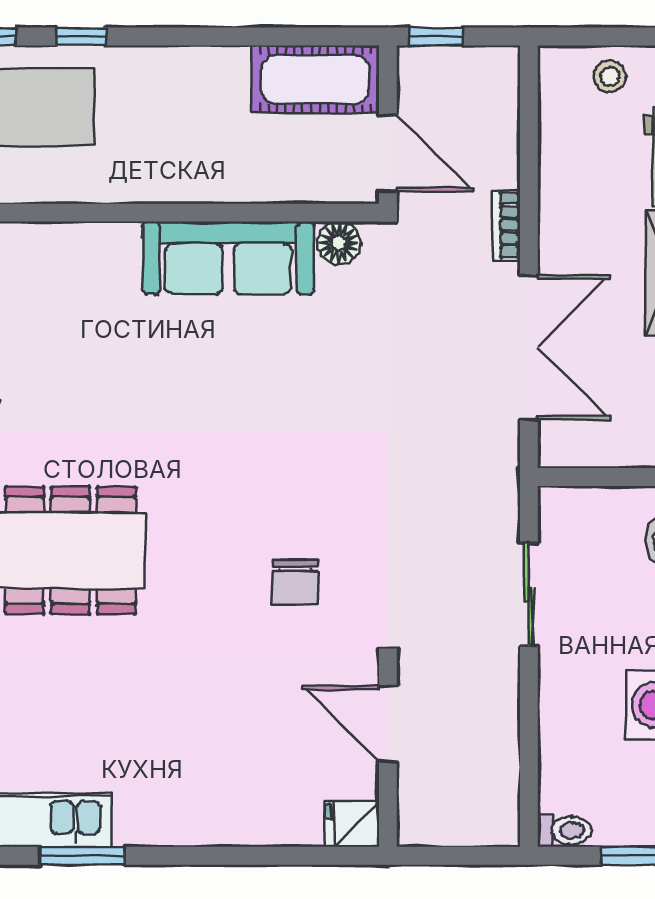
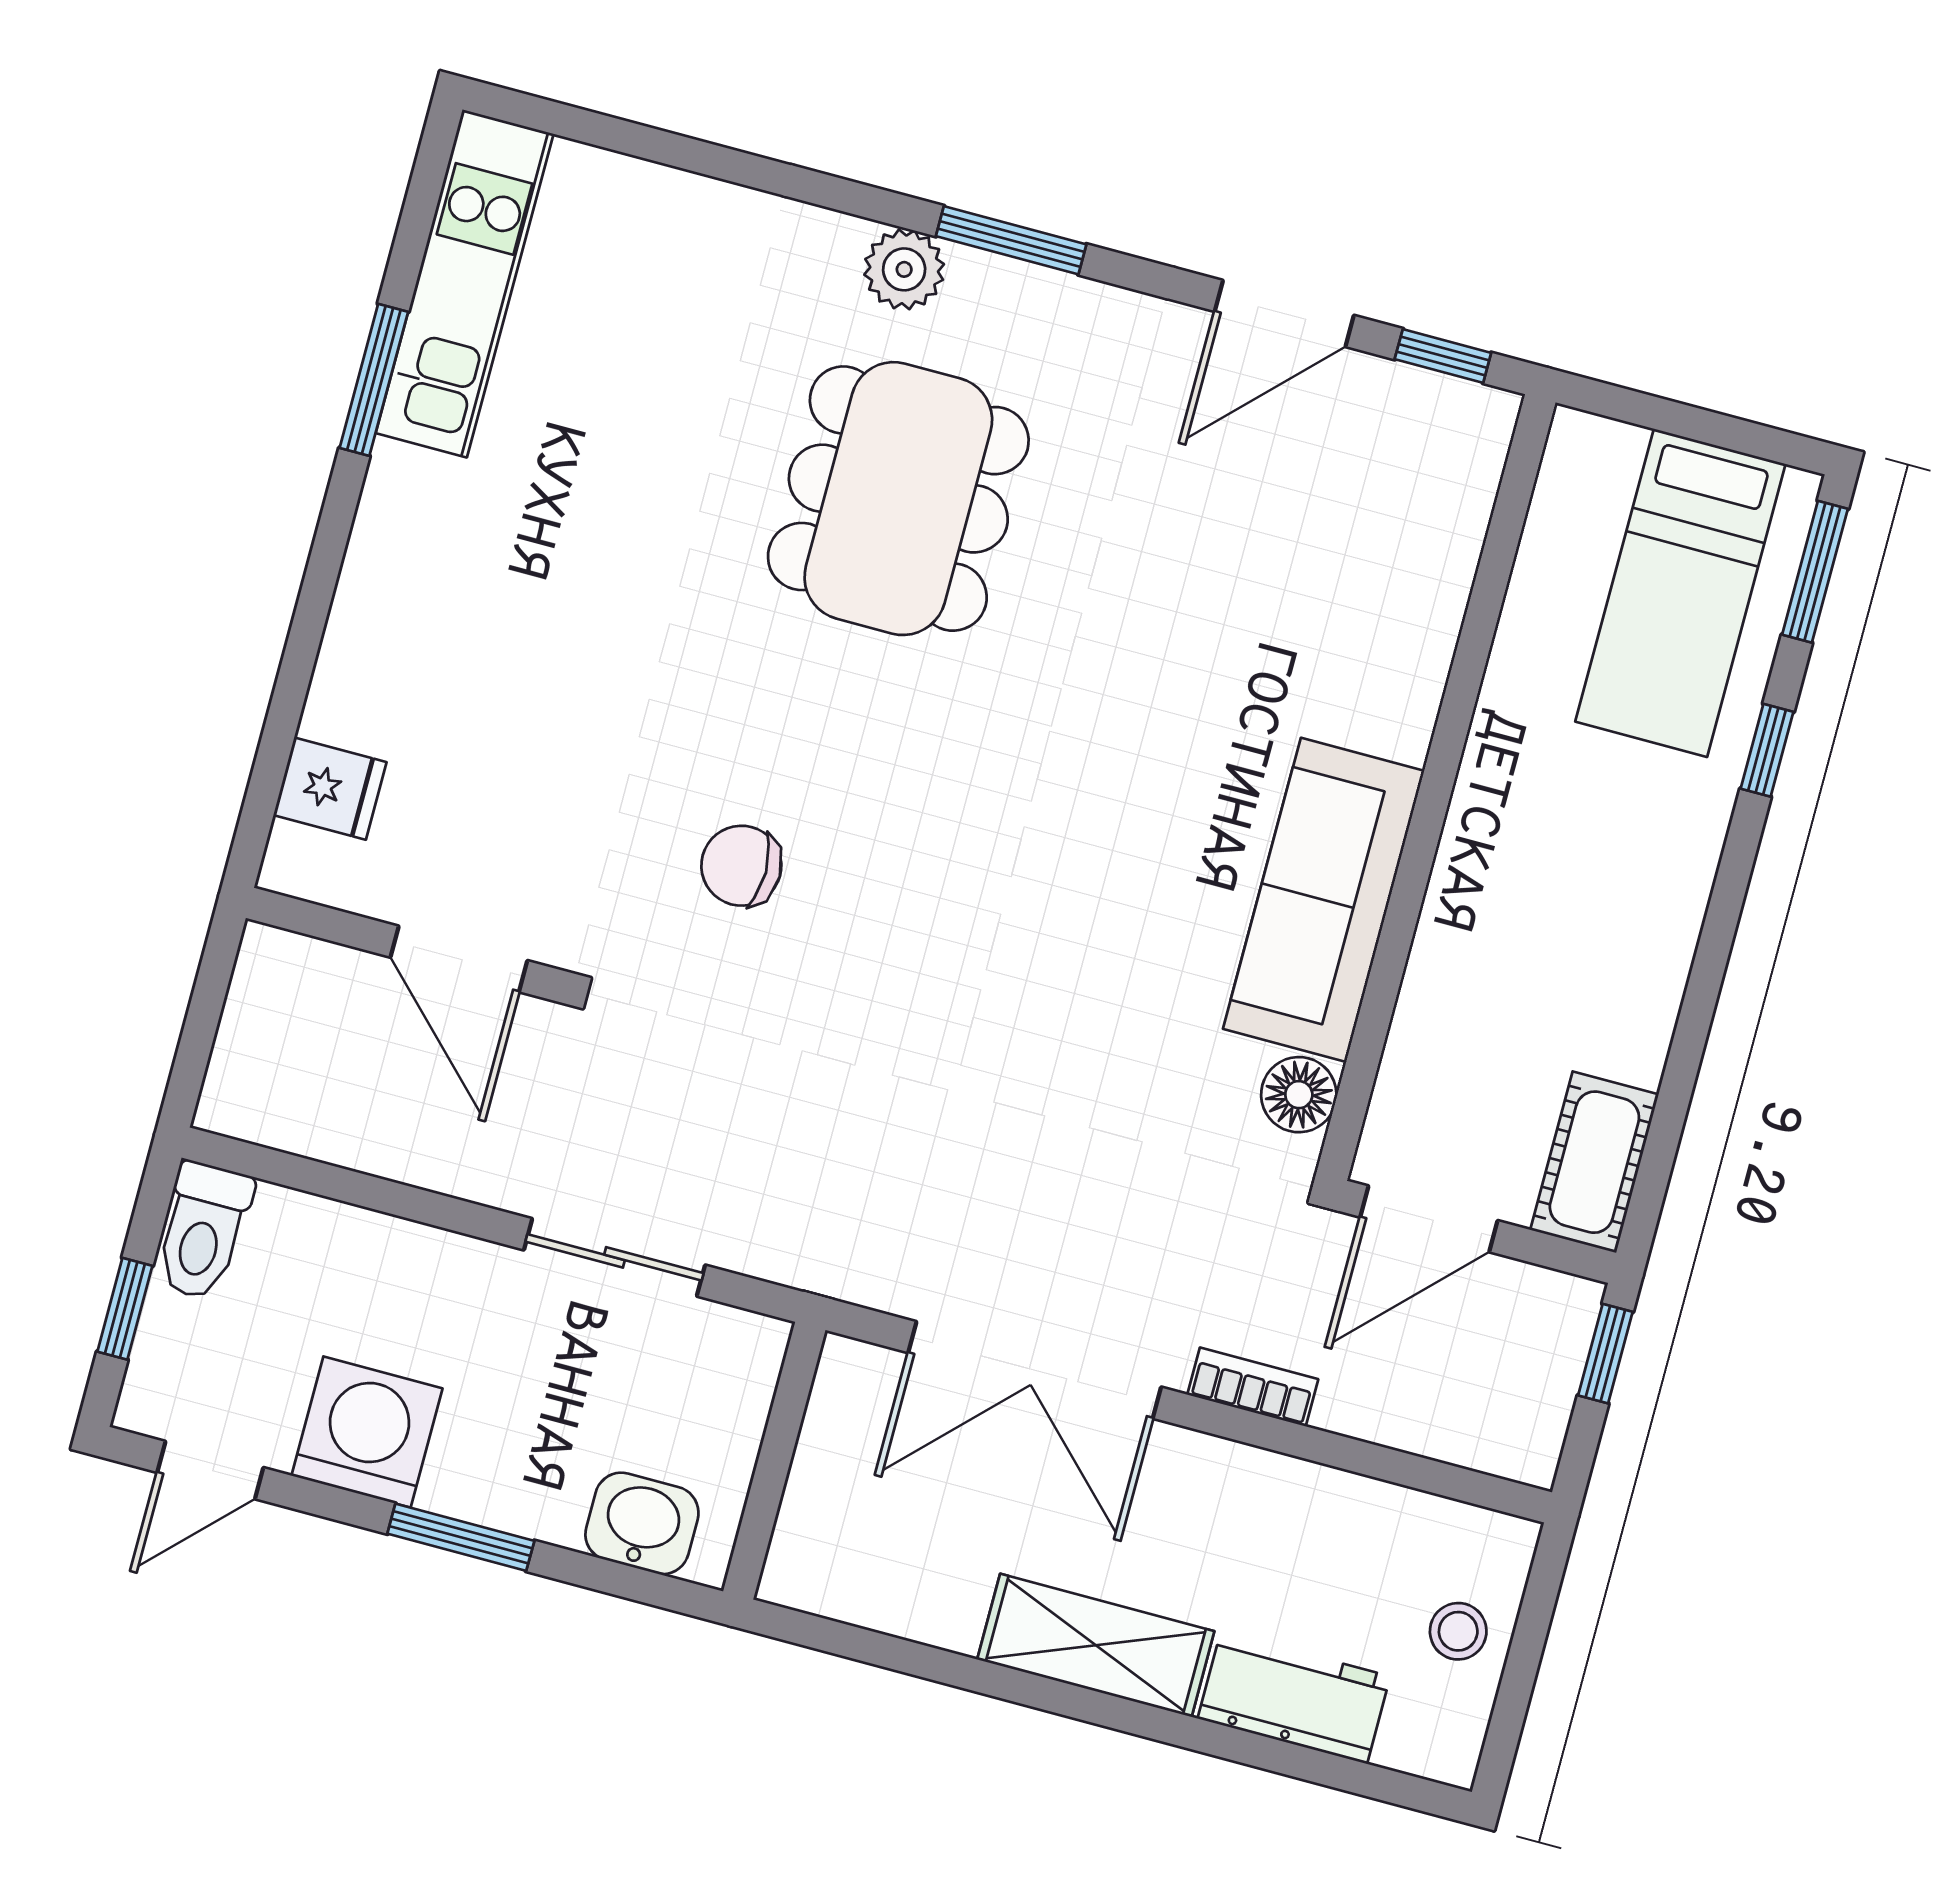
cot: (315, 79) -> (1594, 1162), width x0.73, depth x0.75
door: (388, 724) -> (459, 959), swing flipped
fridge: (352, 824) -> (330, 789), moved, turned 90
toilet: (564, 830) -> (203, 1231), width x1.37, depth x1.39

